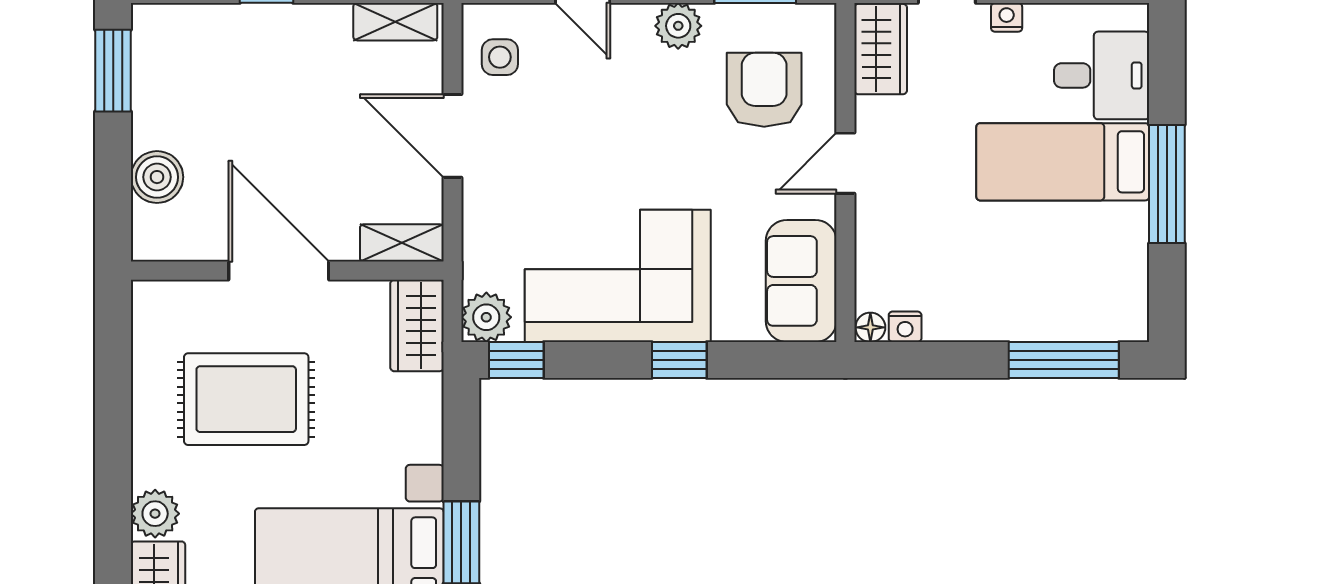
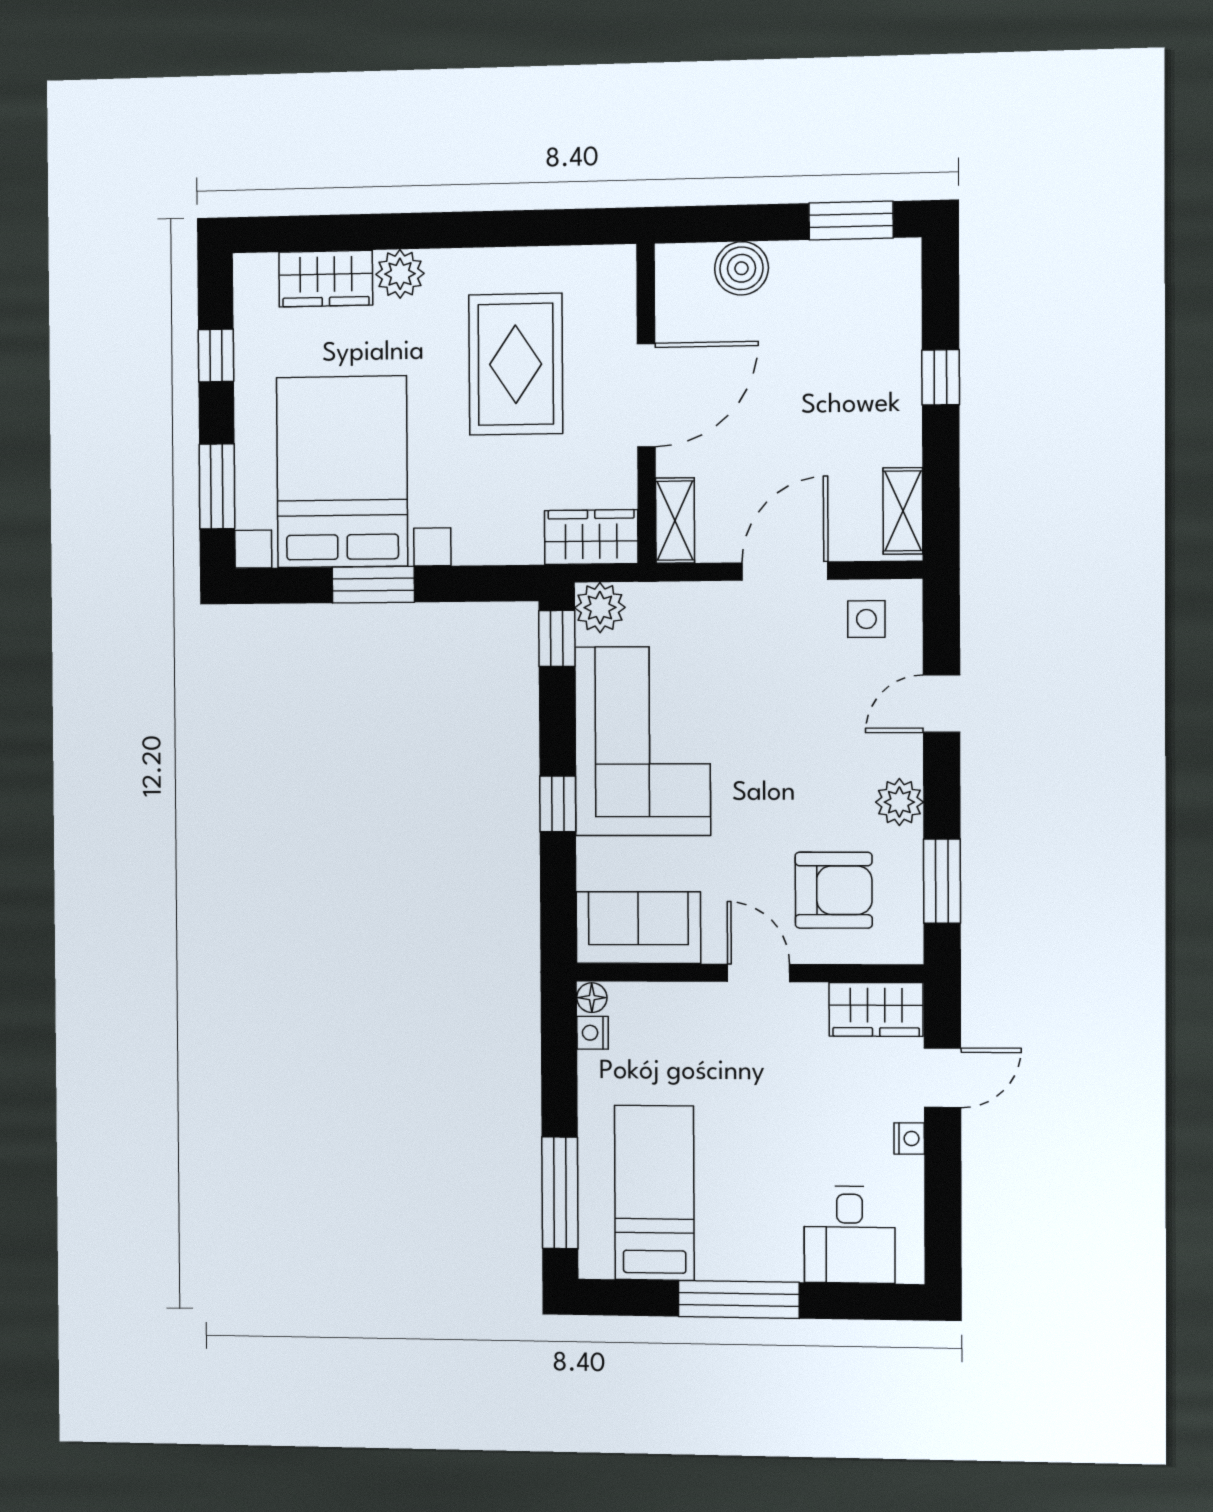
bed: (1063, 162) -> (654, 1193), moved

